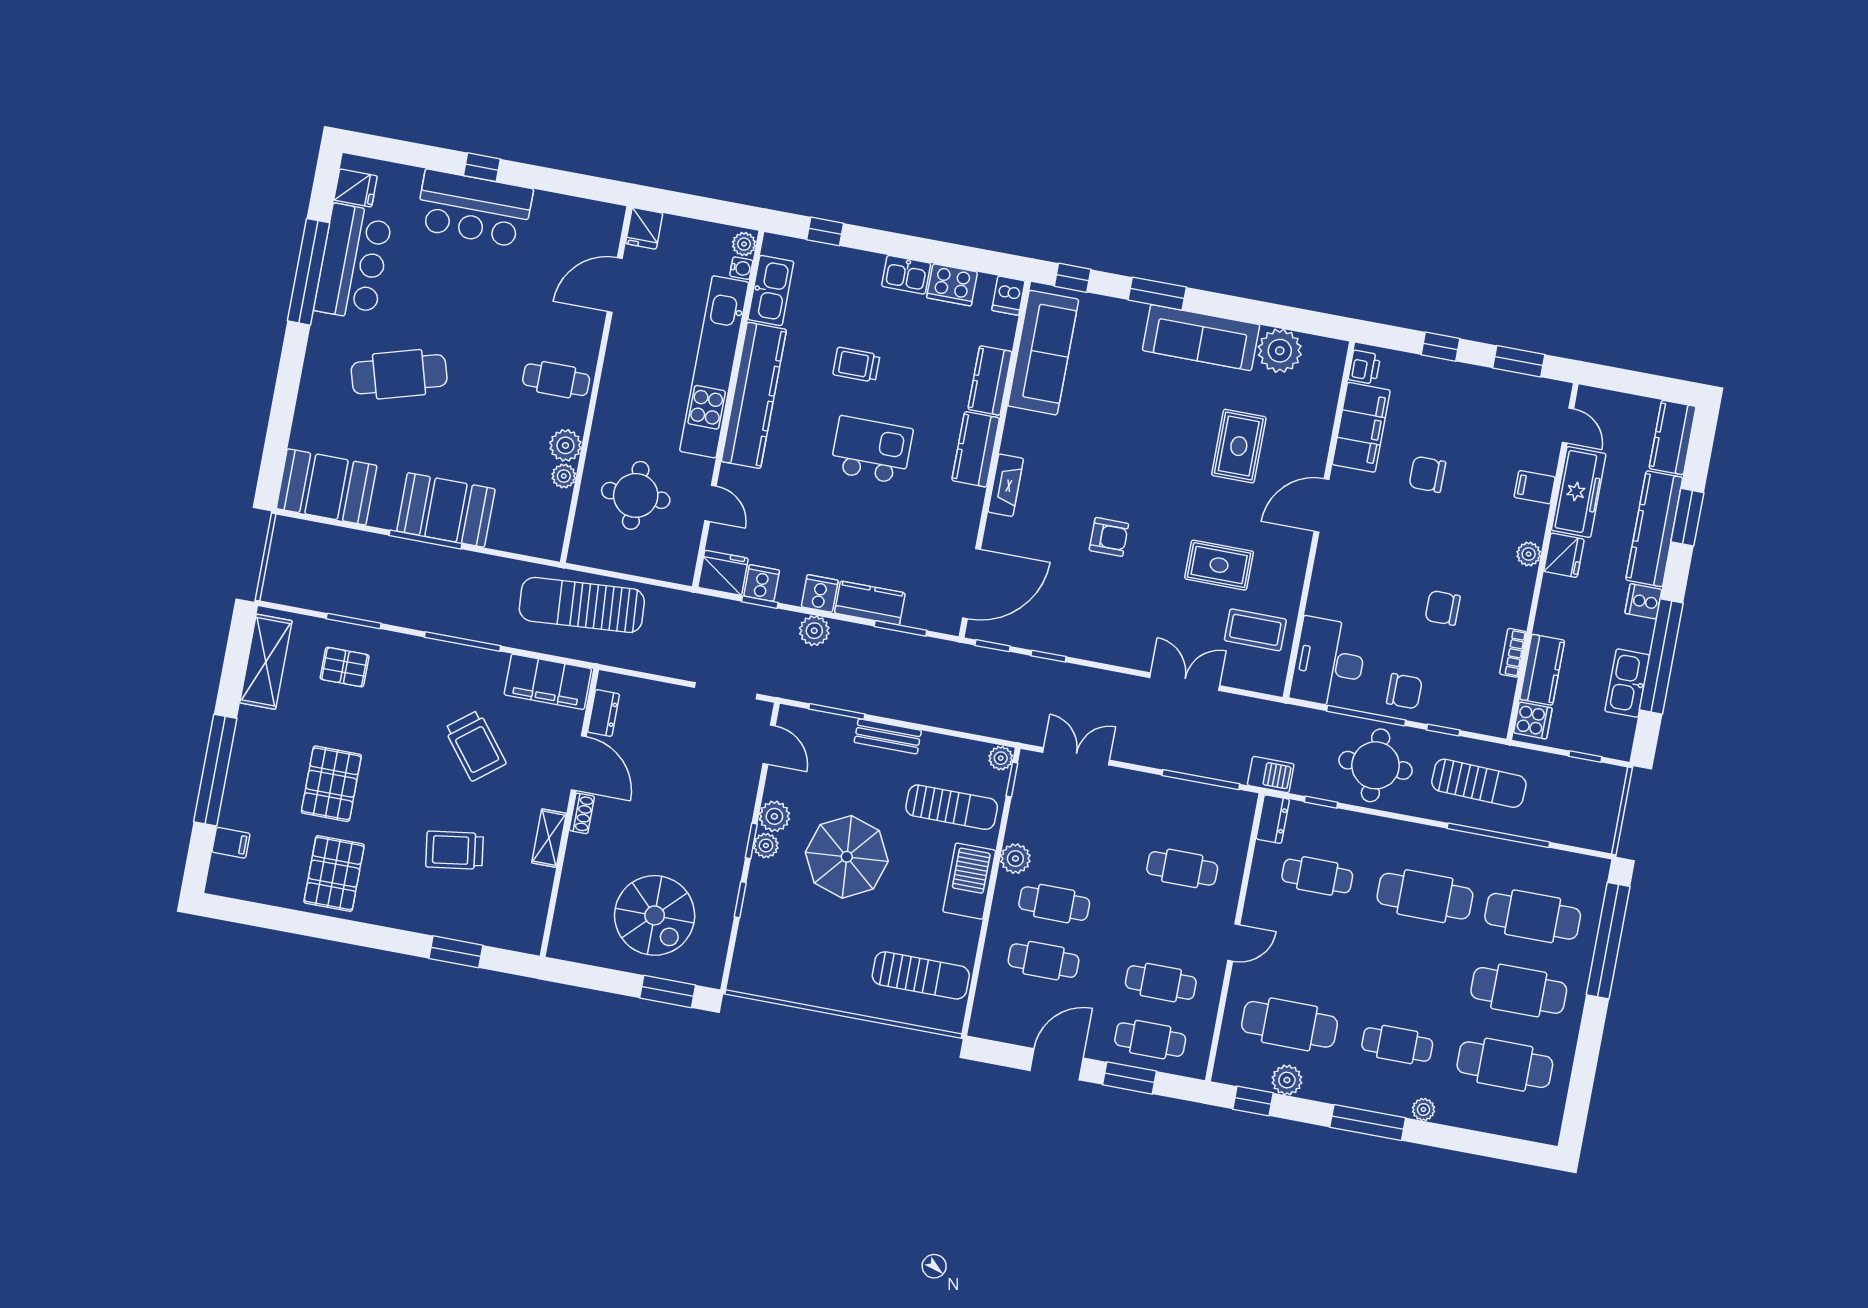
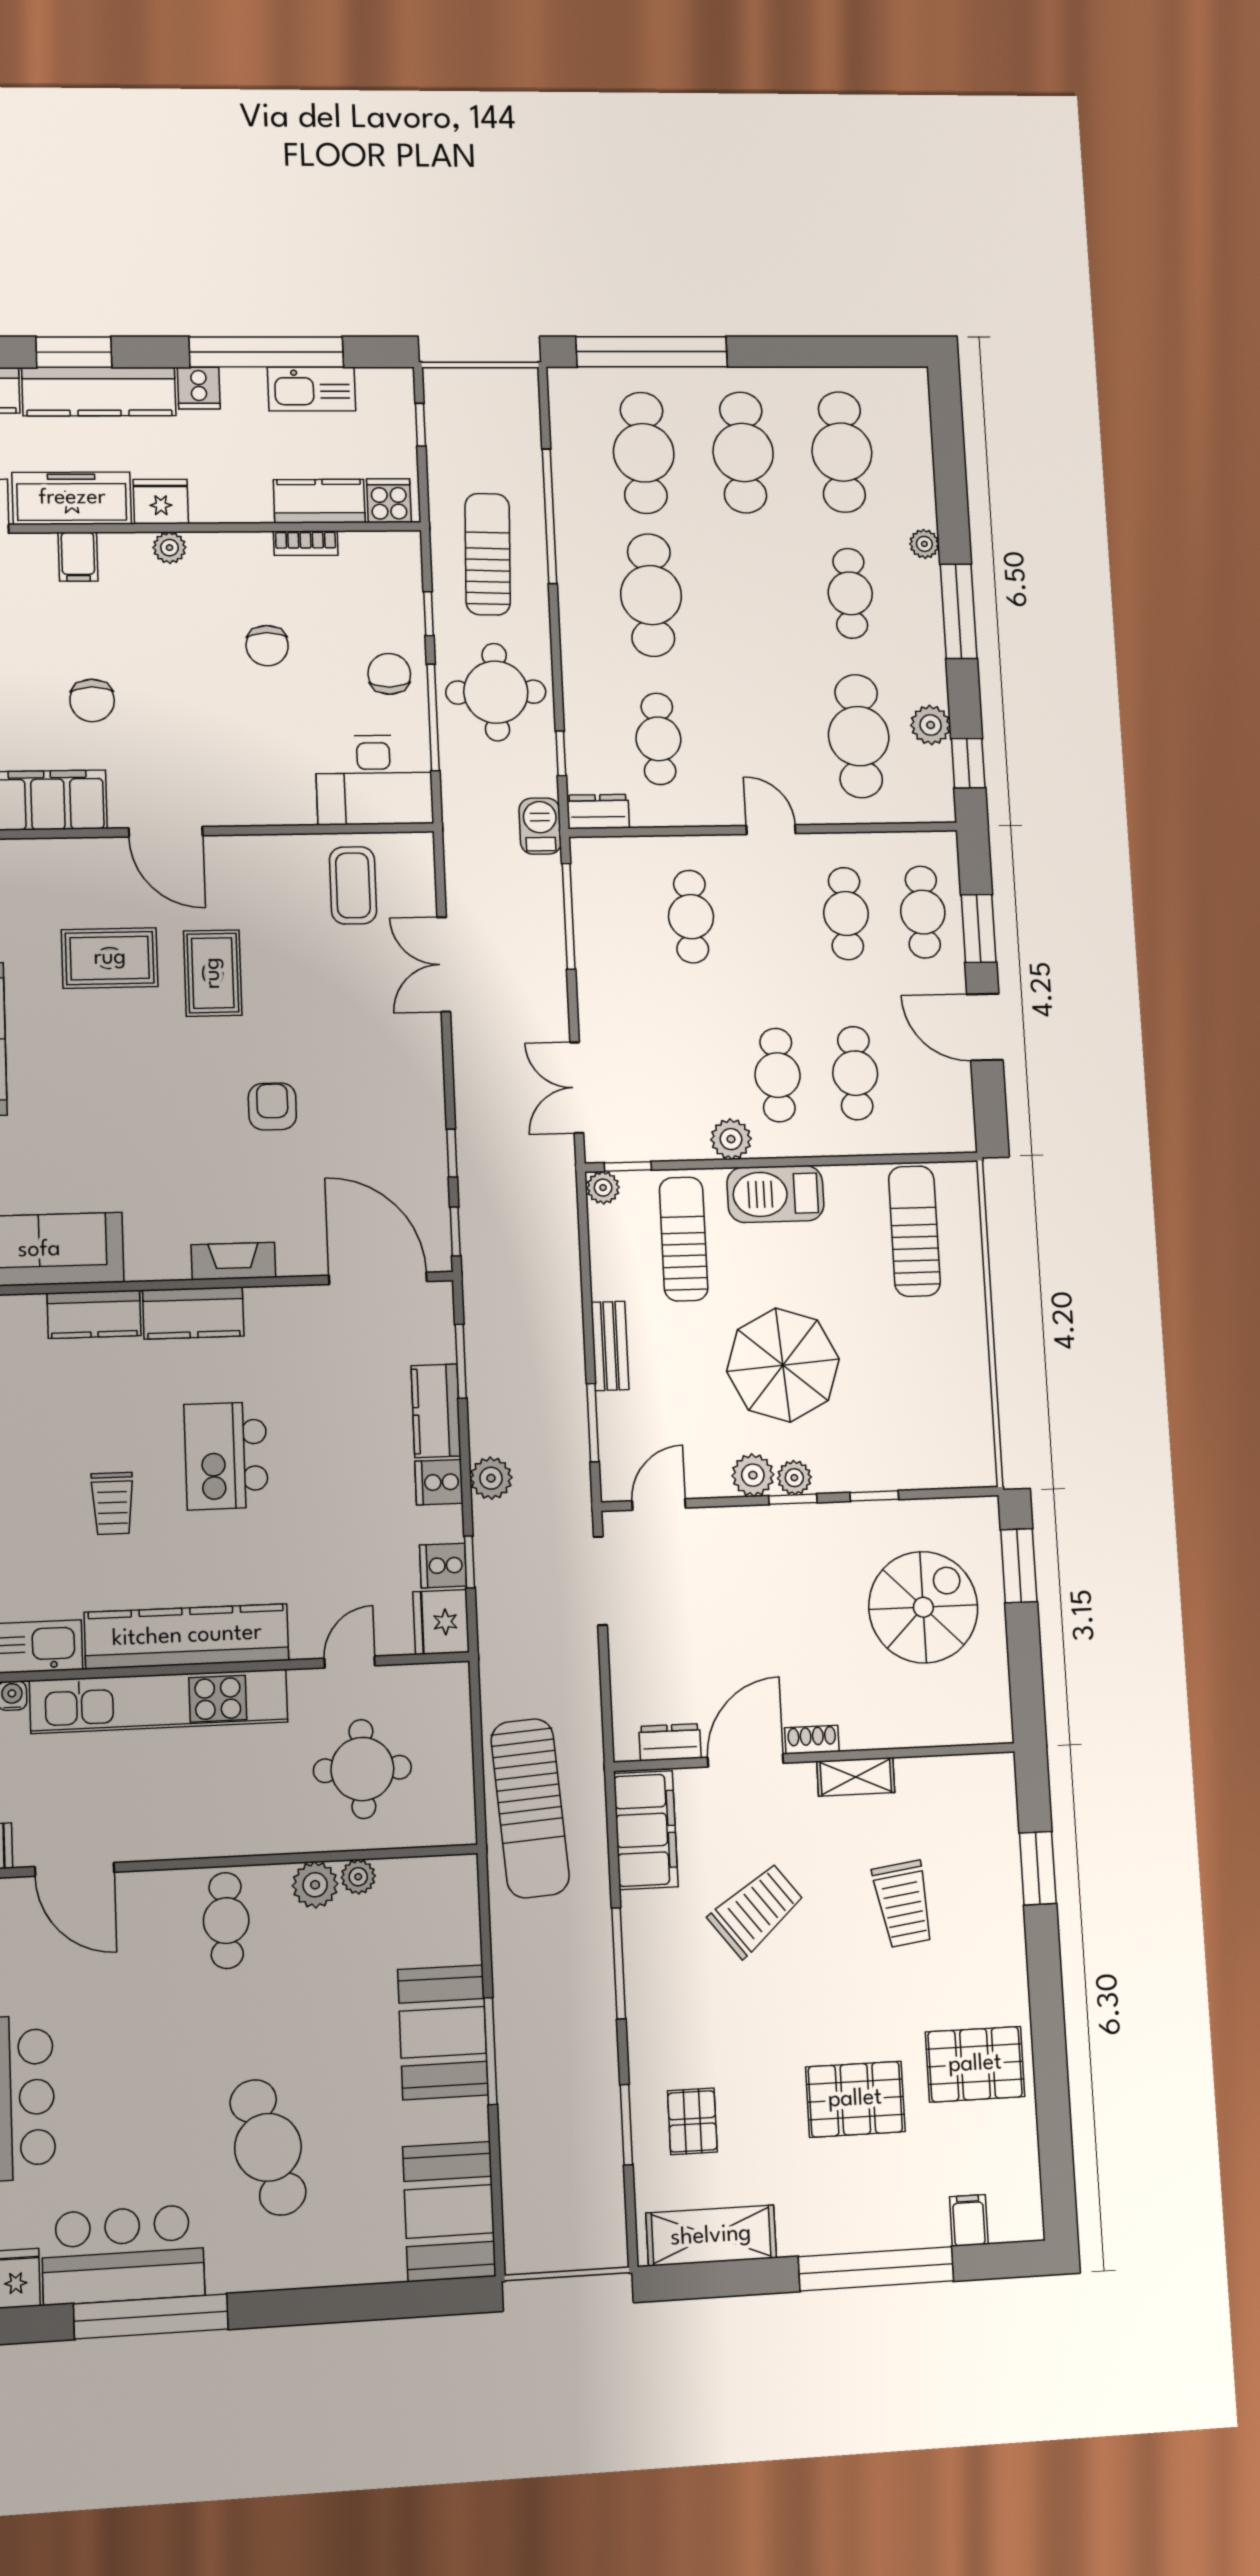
rug: (1219, 565) -> (213, 973), moved

